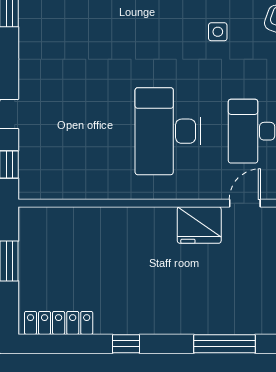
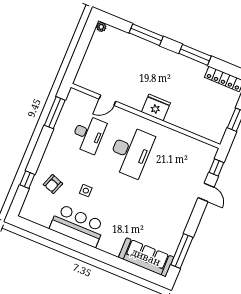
fridge: (199, 225) -> (156, 108), moved
window: (126, 344) -> (195, 55), width x2.17

